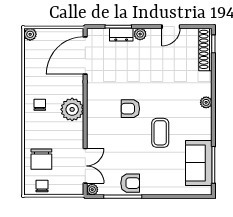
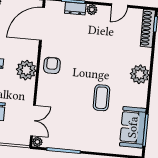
plant: (206, 102) -> (140, 74), width x1.88, depth x1.88
armchair: (130, 109) -> (52, 65), moved, turned 90
armchair: (130, 183) -> (71, 139), removed

